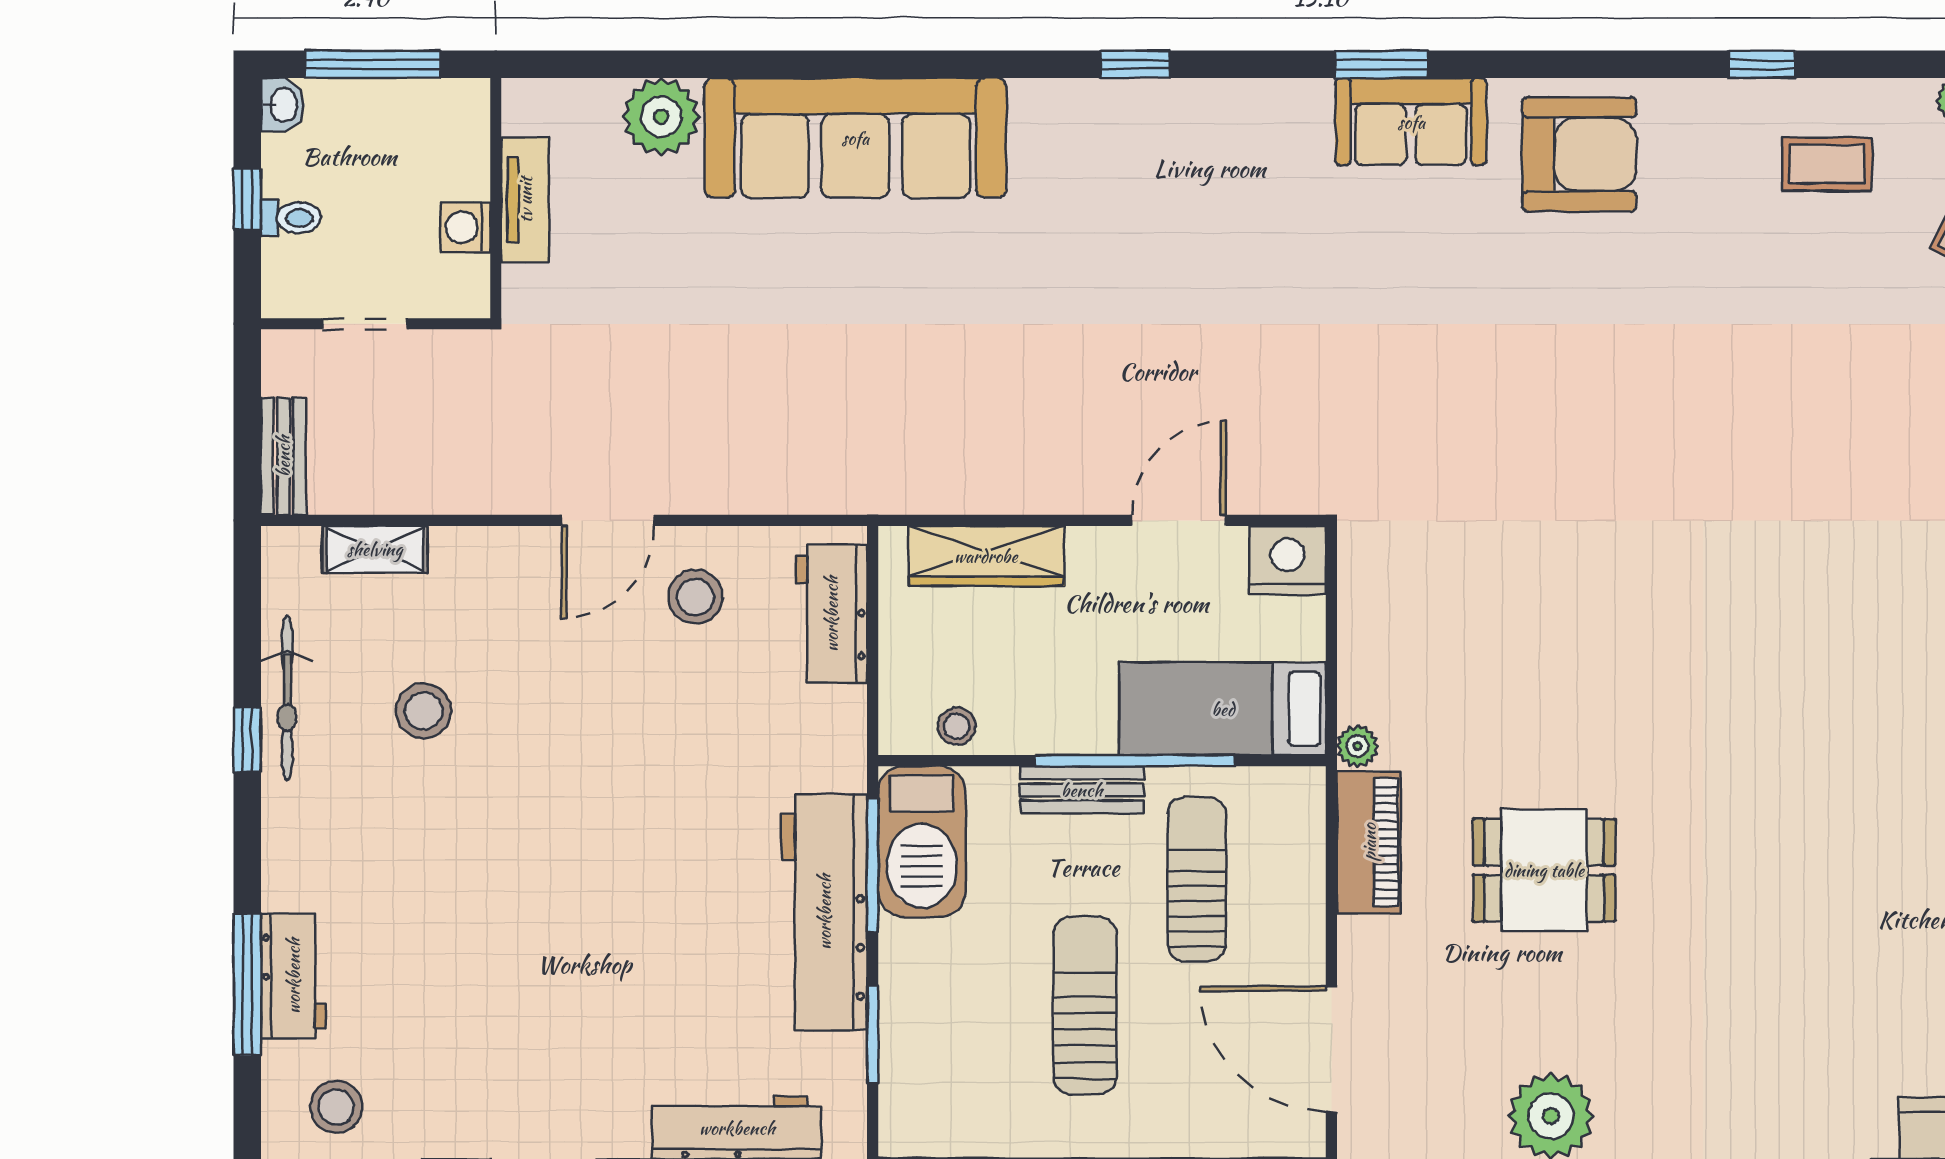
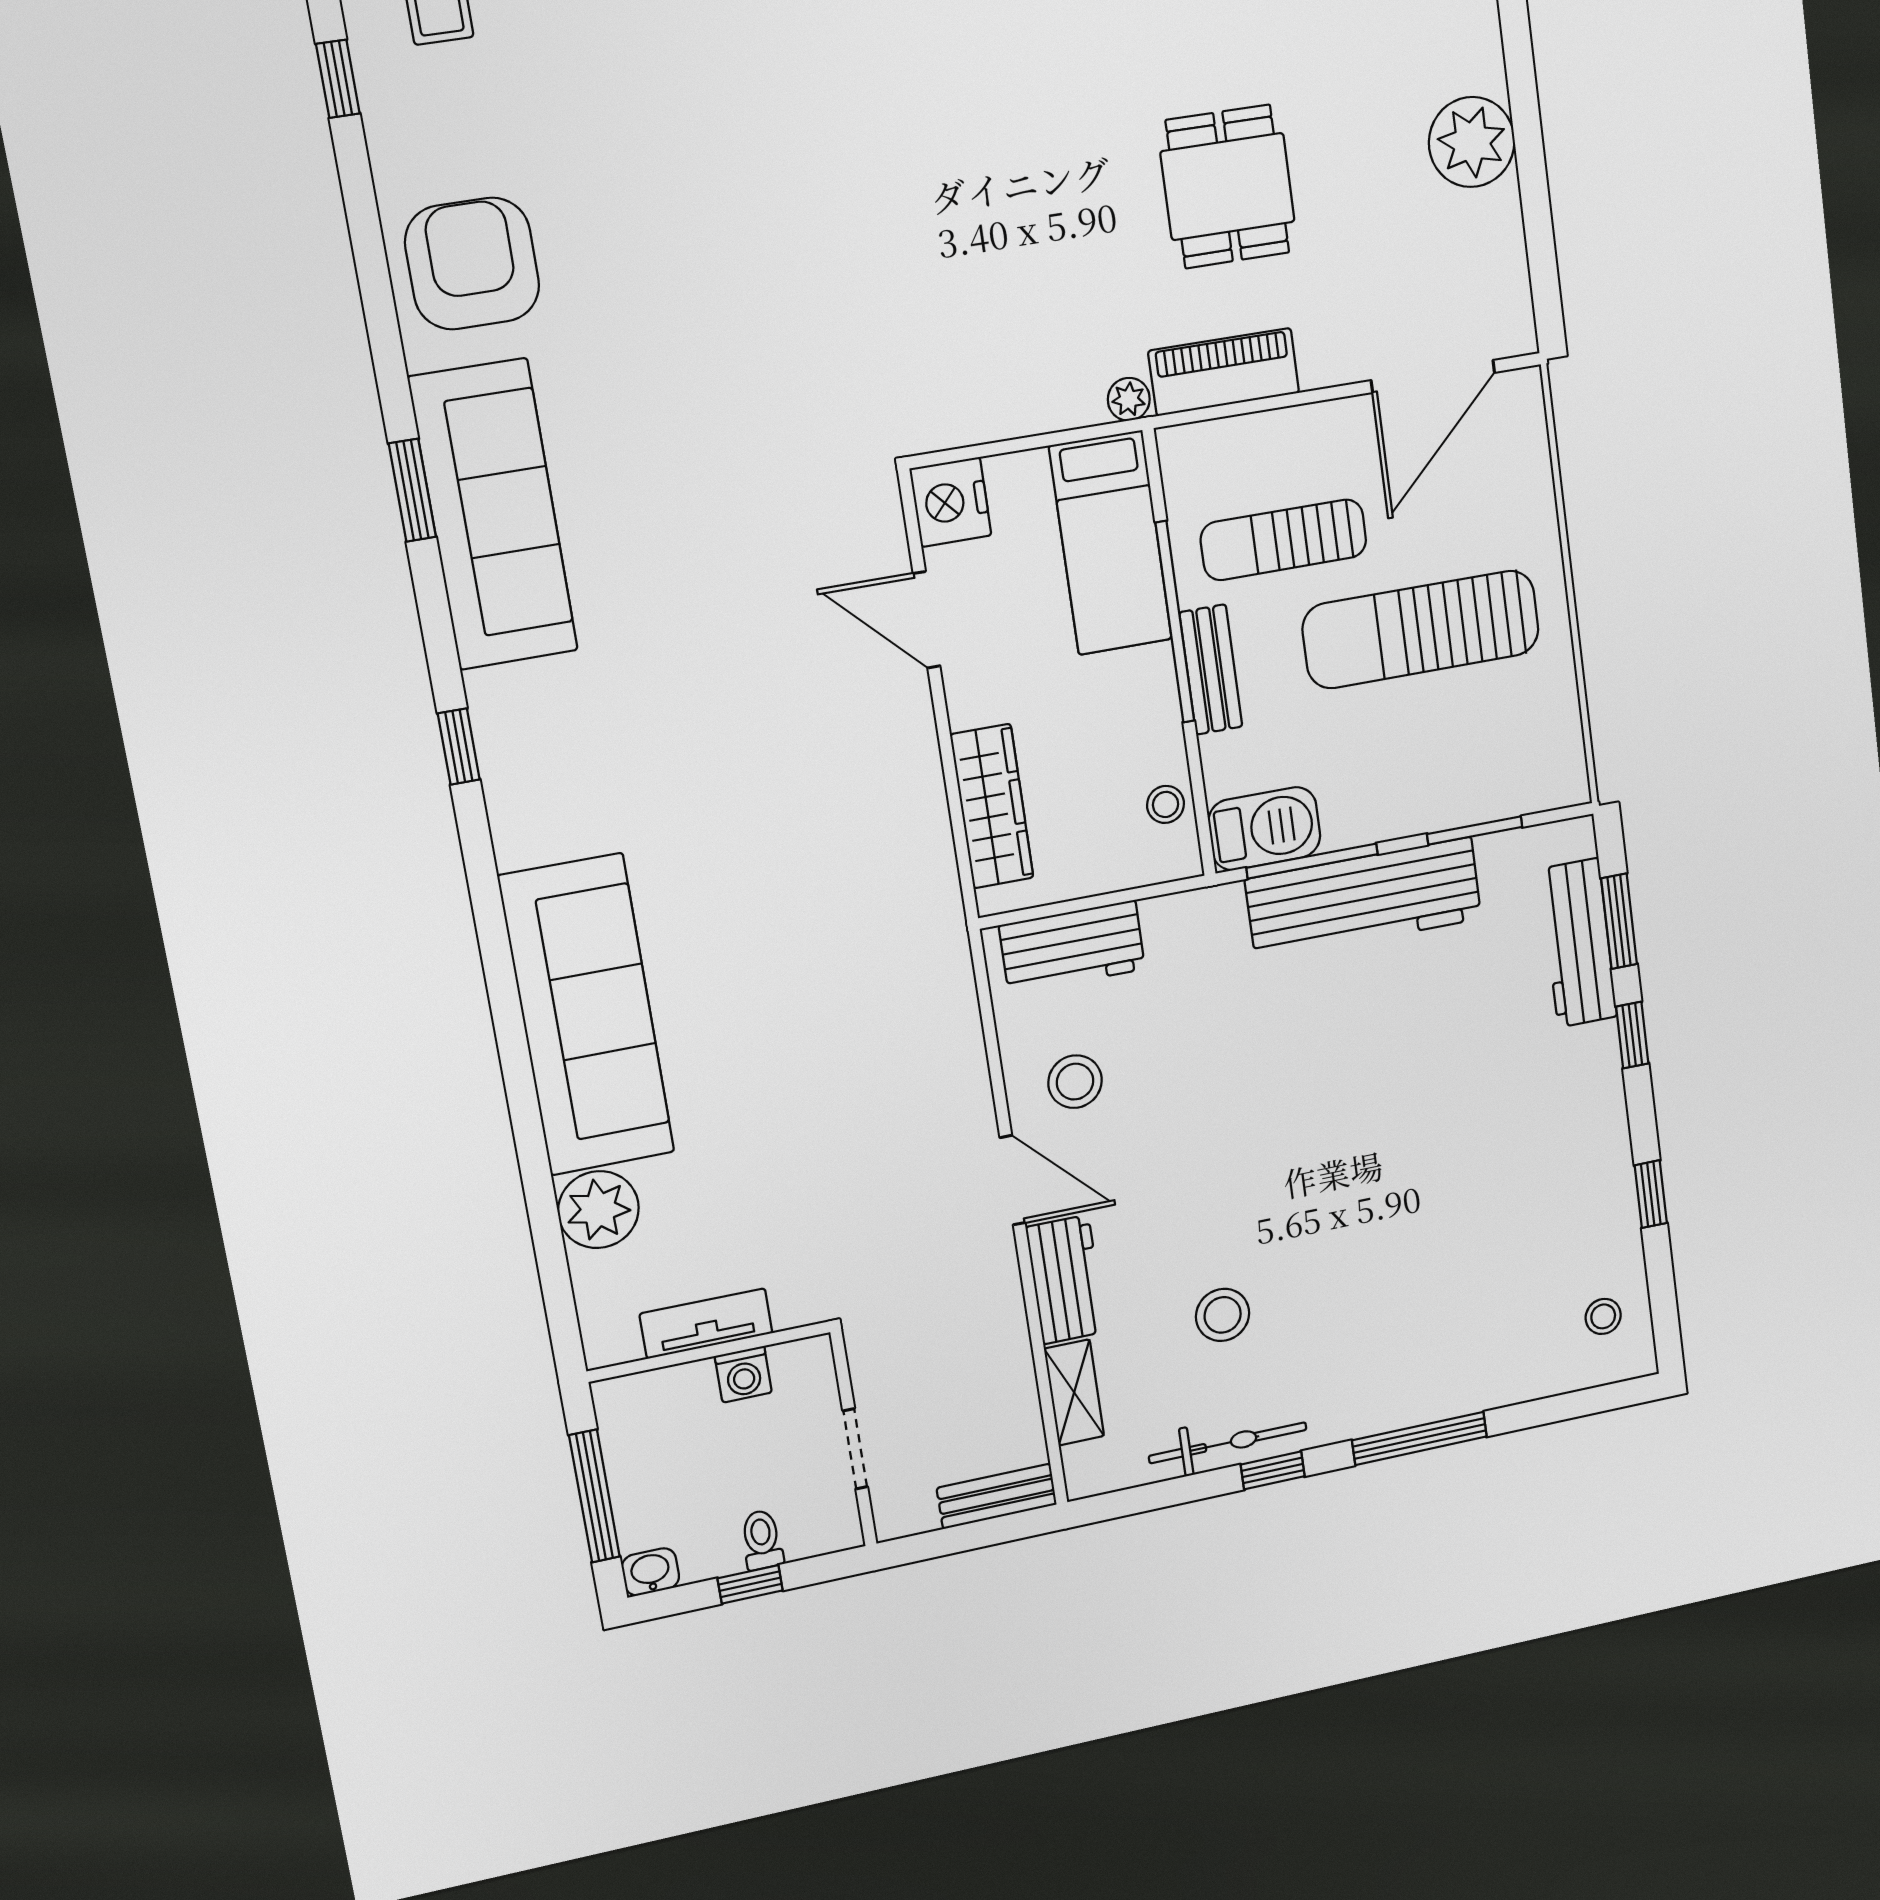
sofa: (1411, 122) -> (493, 515), width x1.85, depth x1.27
barbecue: (922, 842) -> (1264, 829), width x0.73, depth x0.83
workbench: (293, 976) -> (1066, 1280), moved, turned 90
window: (247, 984) -> (1420, 1438), moved
sun lounger: (1085, 1005) -> (1421, 629), width x1.36, depth x1.34
stool: (336, 1107) -> (1603, 1316), width x0.73, depth x0.73

